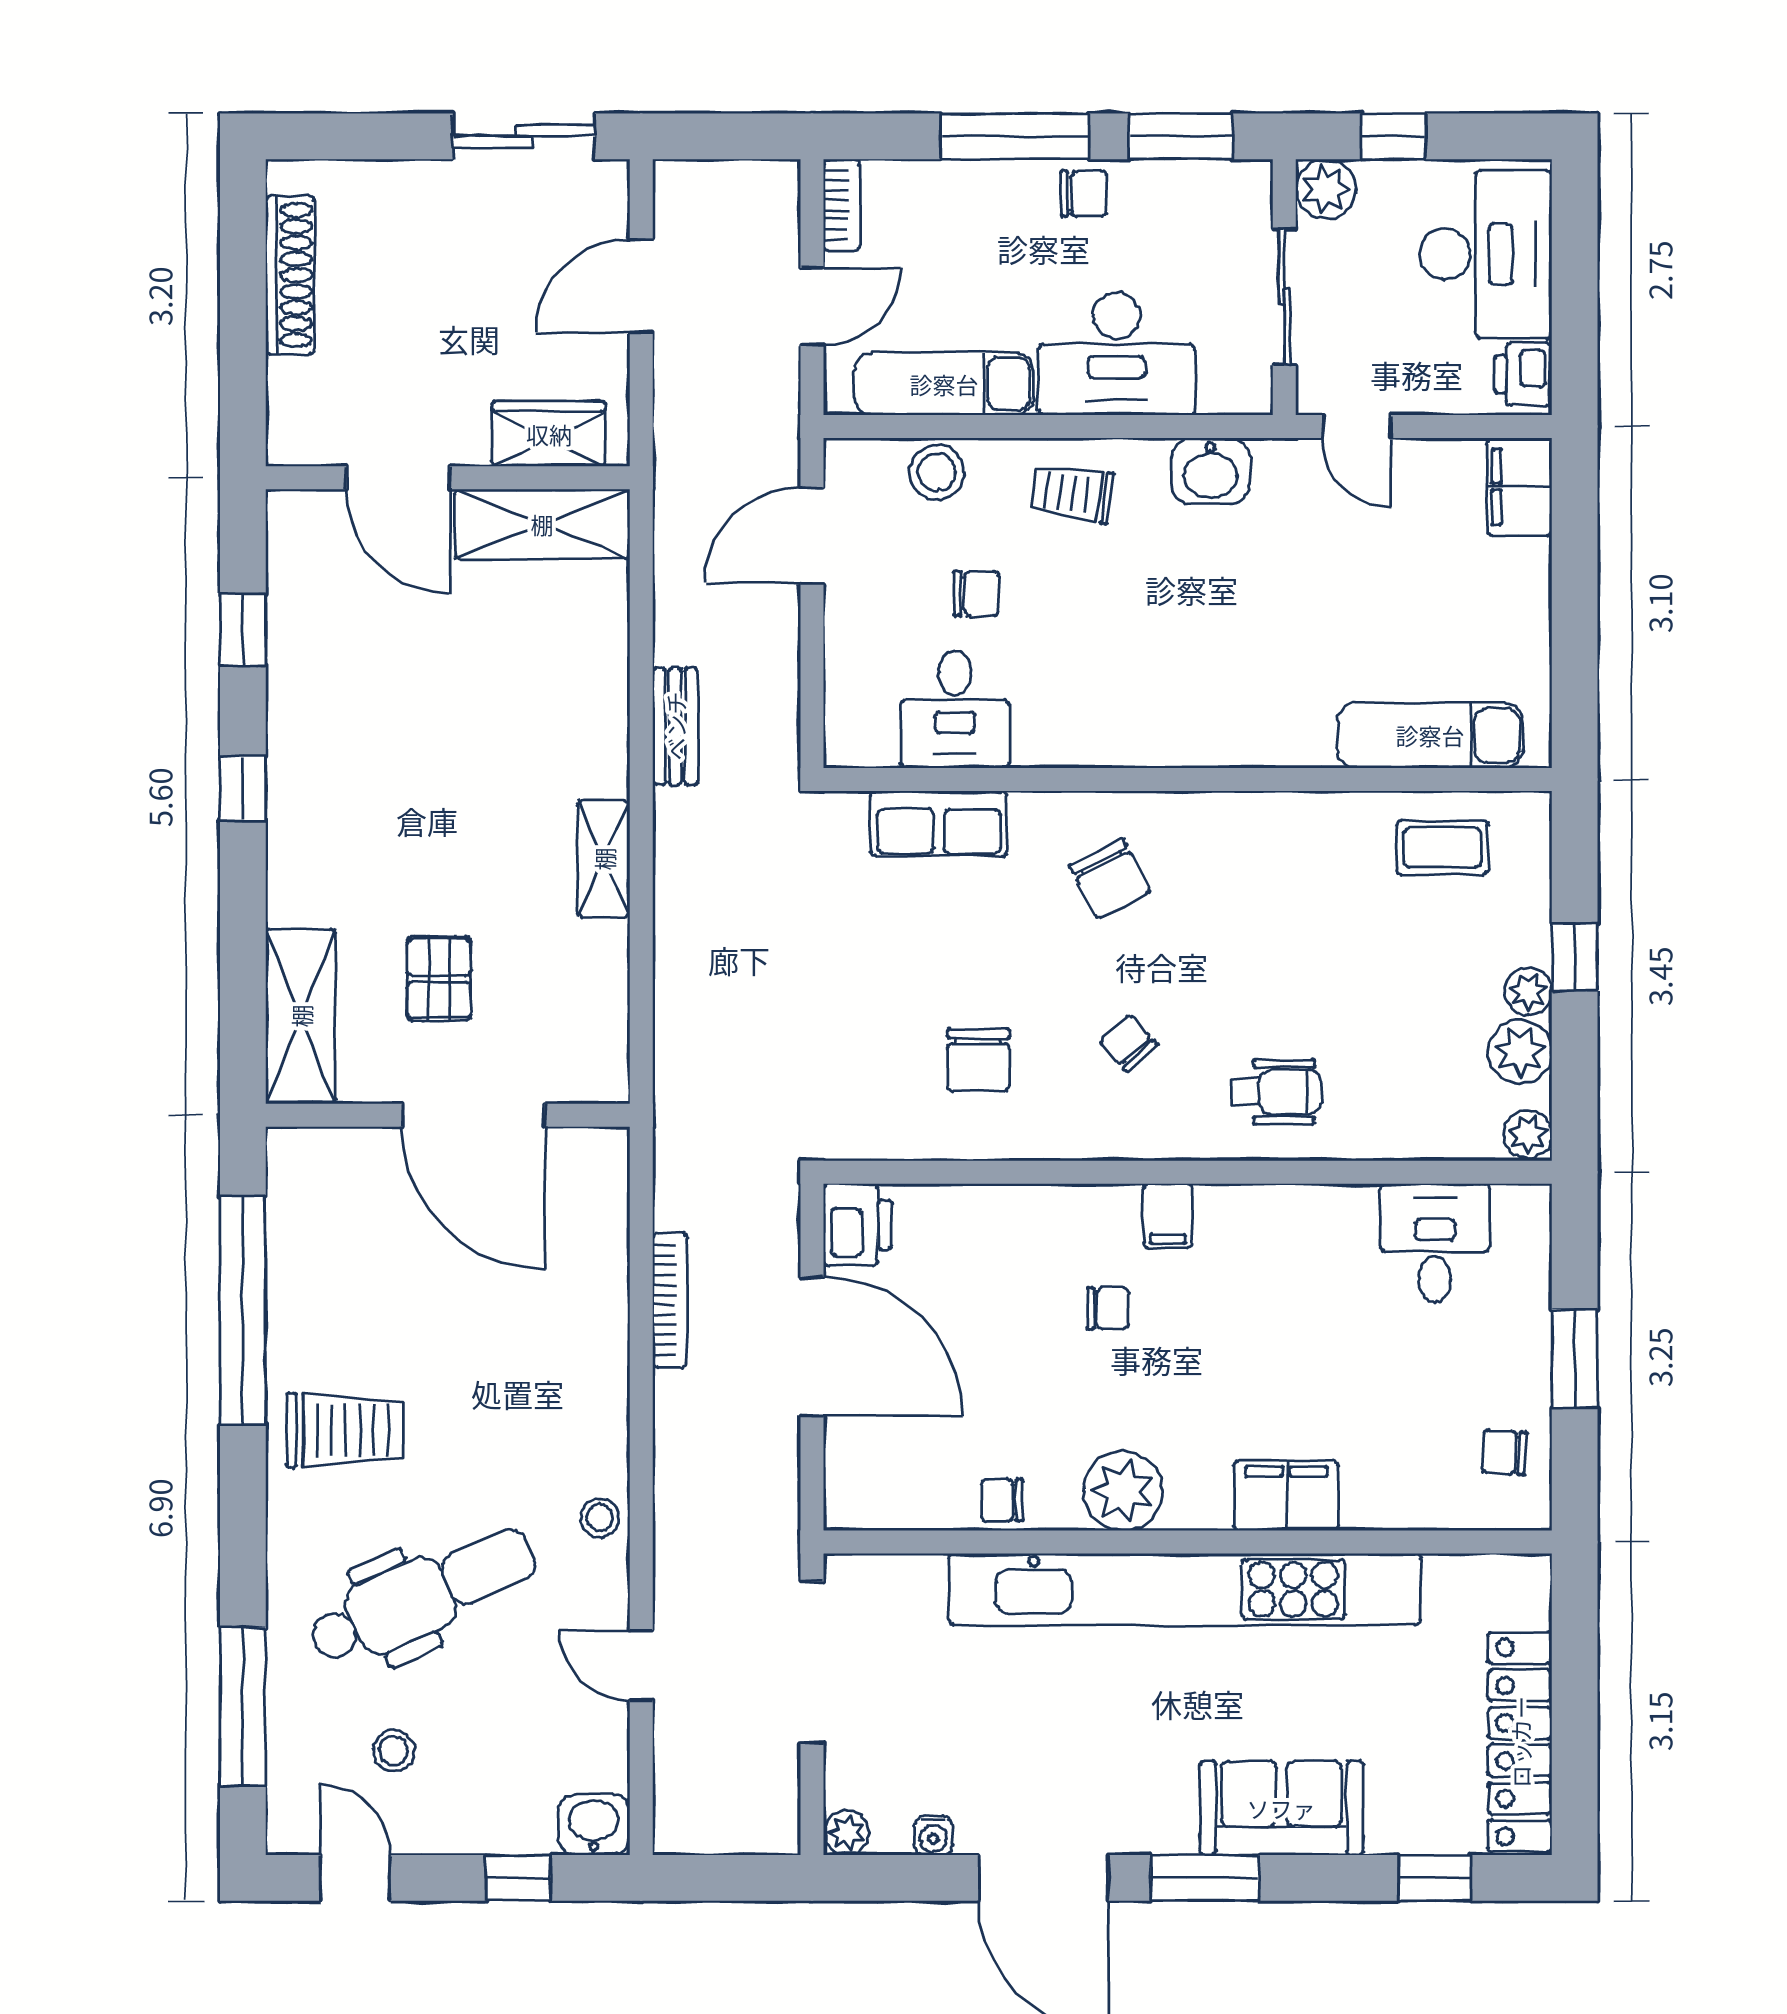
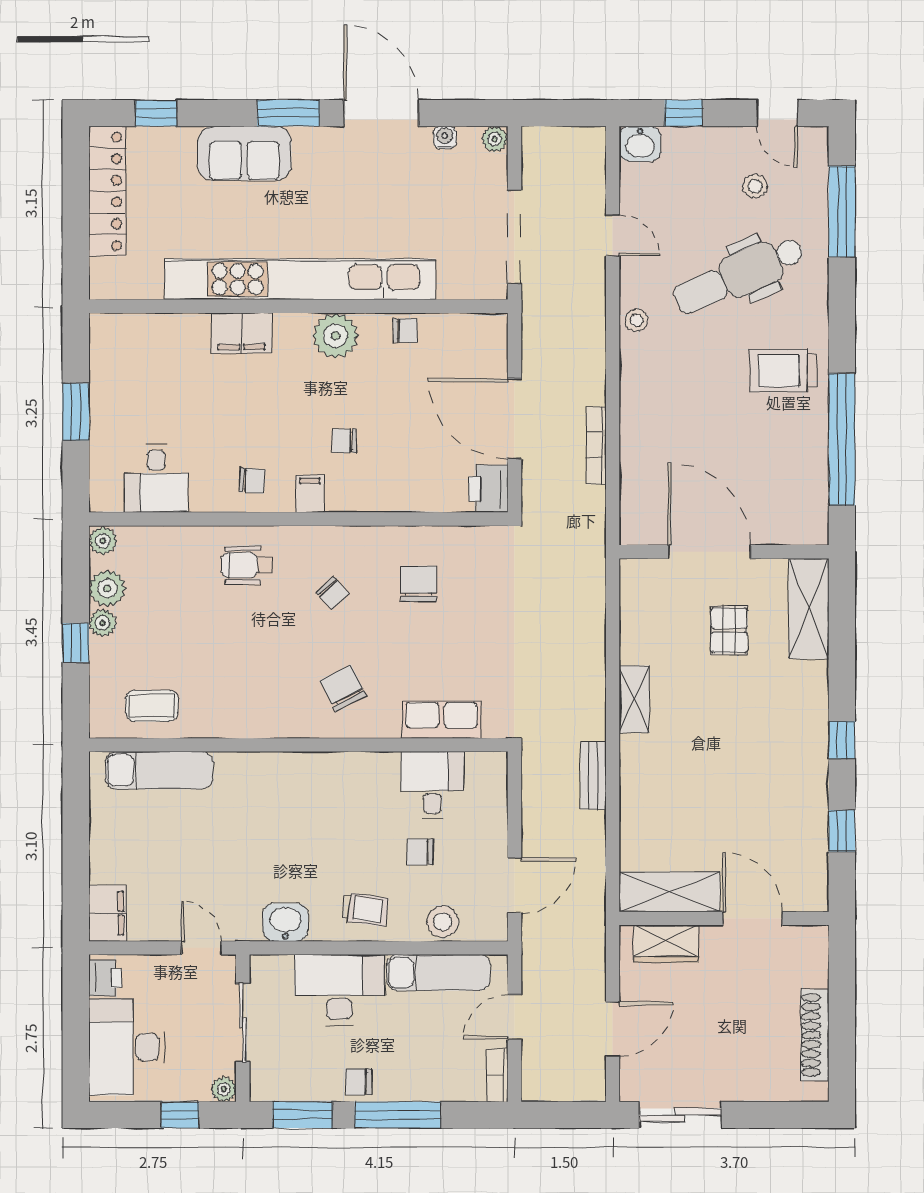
plant: (1326, 189) -> (224, 1089), width x0.73, depth x0.73
chair: (1504, 1452) -> (252, 481), moved

